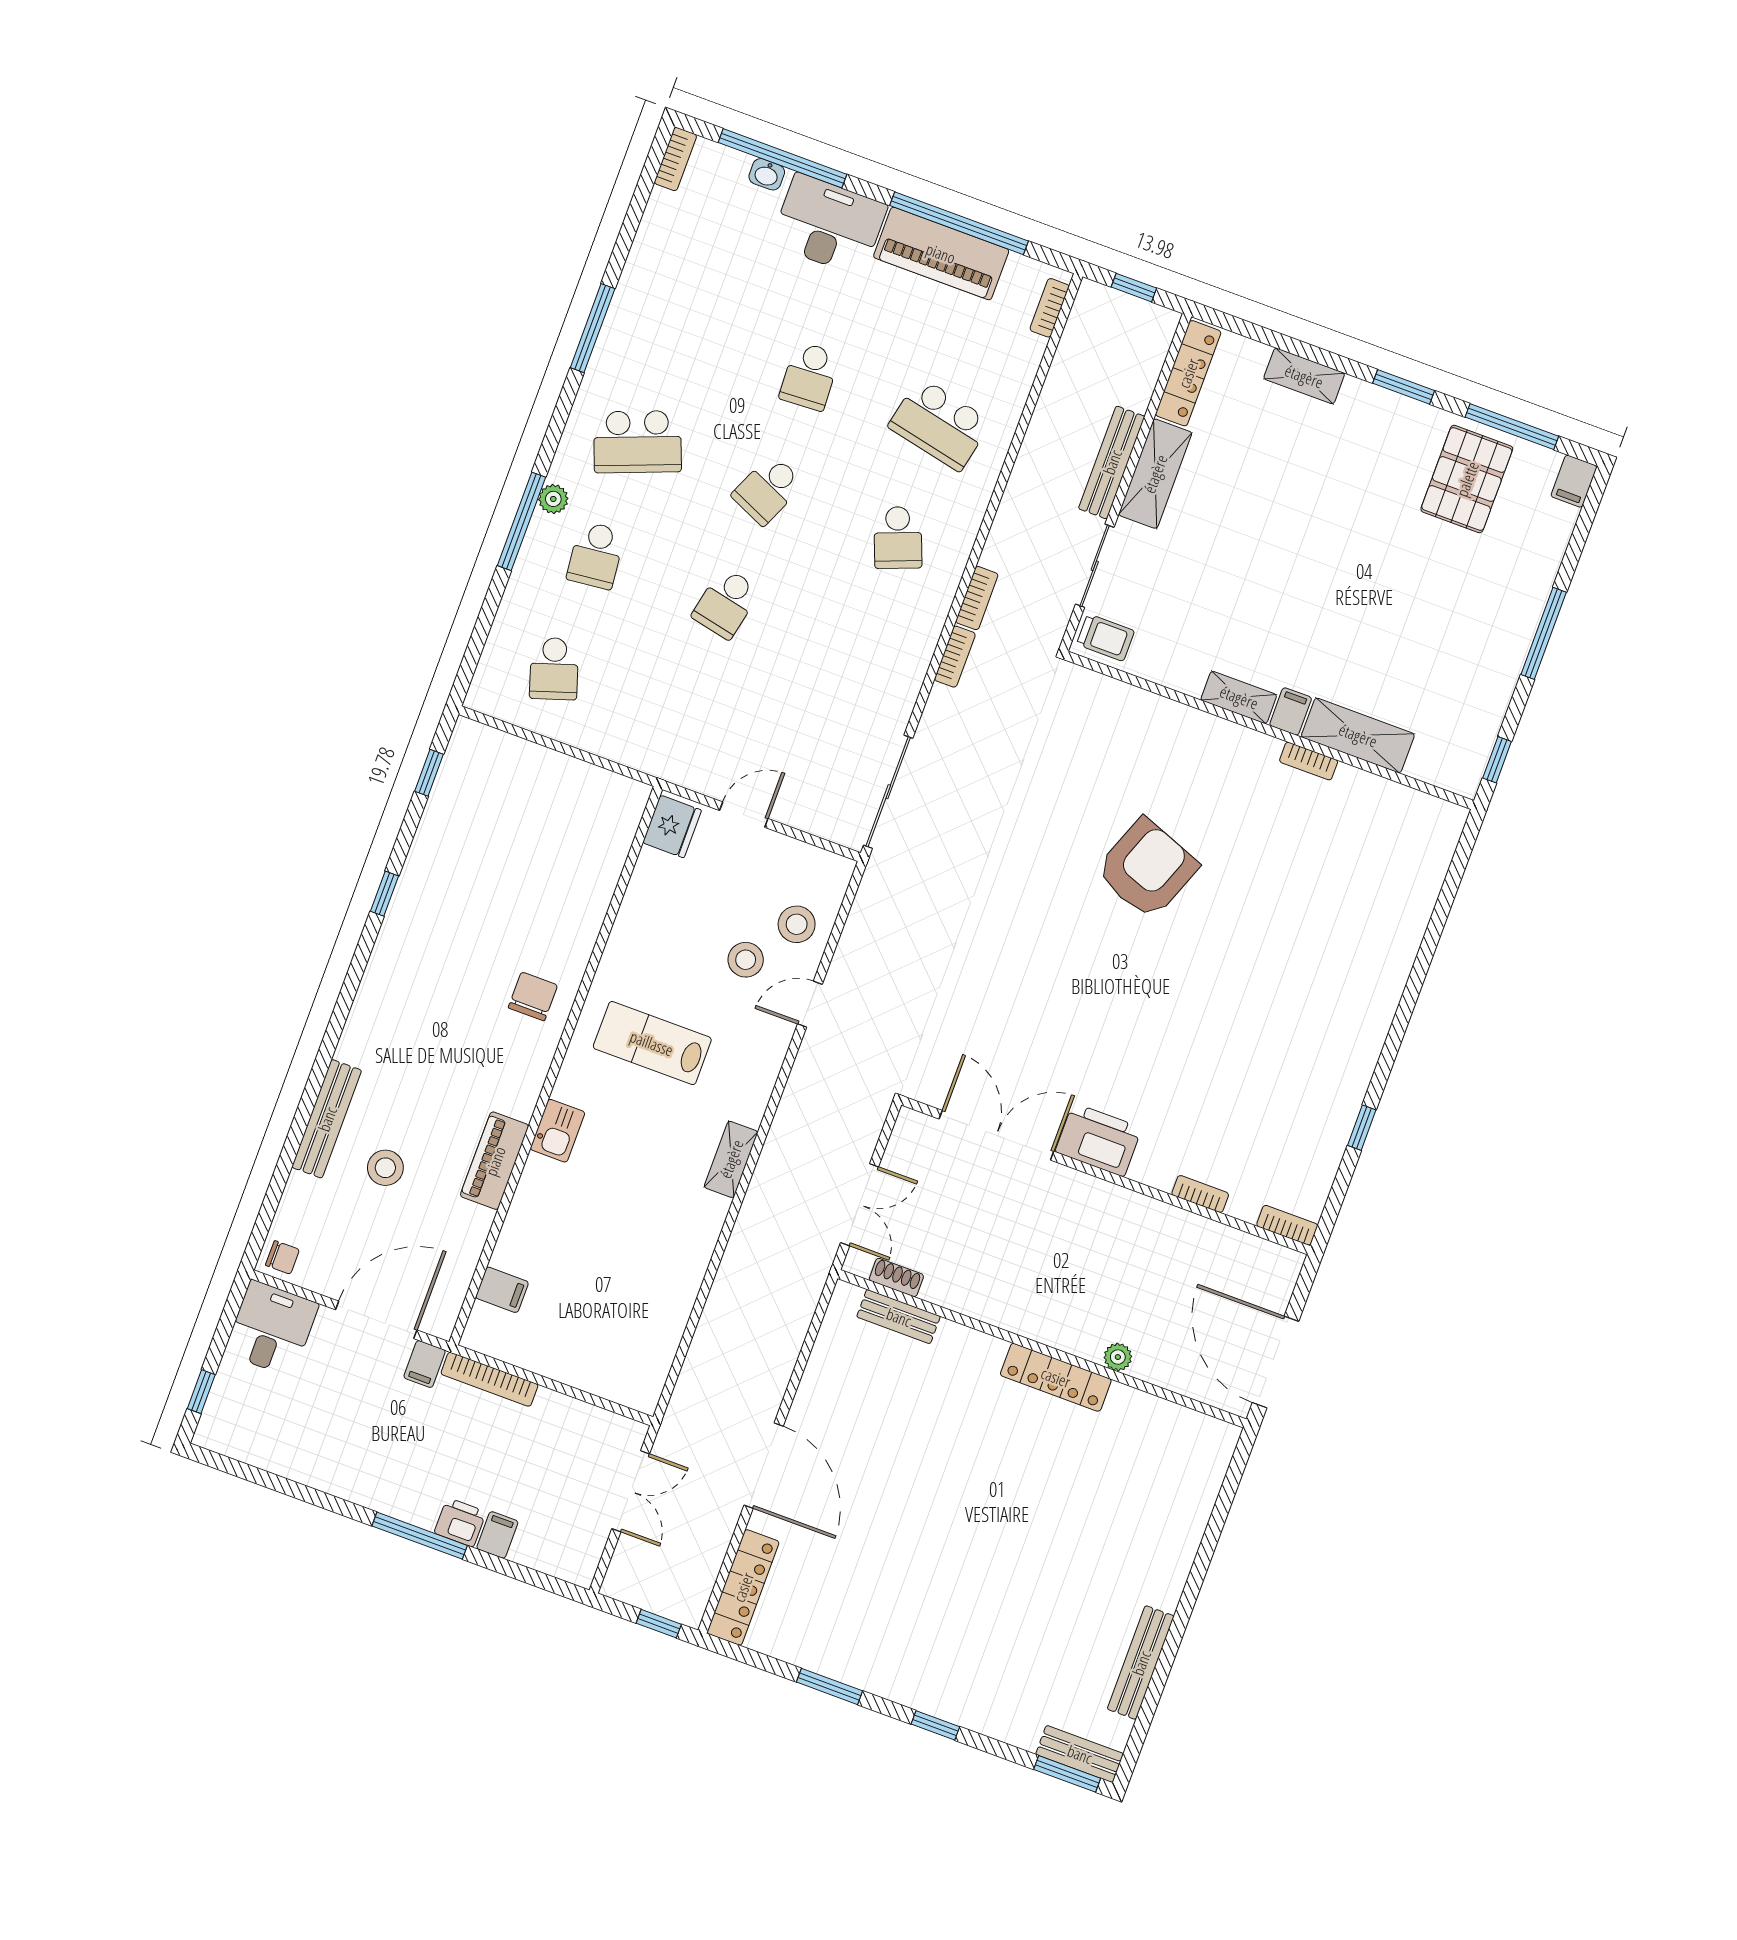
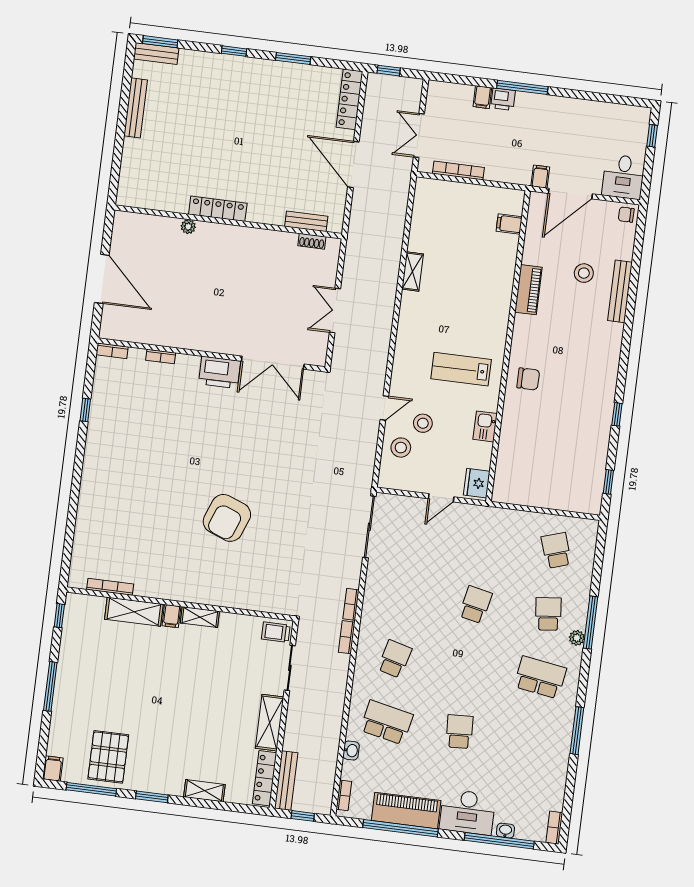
washbasin: (1017, 387) -> (351, 751), added
school desk: (638, 442) -> (540, 677), turned 30
bench: (1112, 462) -> (286, 781), moved
school desk: (768, 490) -> (467, 668), removed
school desk: (898, 538) -> (395, 659), turned 36
bookcase: (1309, 761) -> (110, 587), moved, width x1.56
chair: (533, 996) -> (528, 379), turned -90
lab bench: (652, 1043) -> (461, 369), turned 180
kitchen sink: (558, 1131) -> (485, 426), moved
shelving: (731, 1159) -> (413, 271), moved
shoe rack: (896, 1277) -> (312, 241), moved
bench: (899, 1317) -> (306, 221), moved
wall: (1042, 1349) -> (228, 222), moved
plant: (1118, 1357) -> (188, 227), moved
locker: (1056, 1377) -> (218, 209), moved
bookcase: (489, 1379) -> (458, 171), moved

